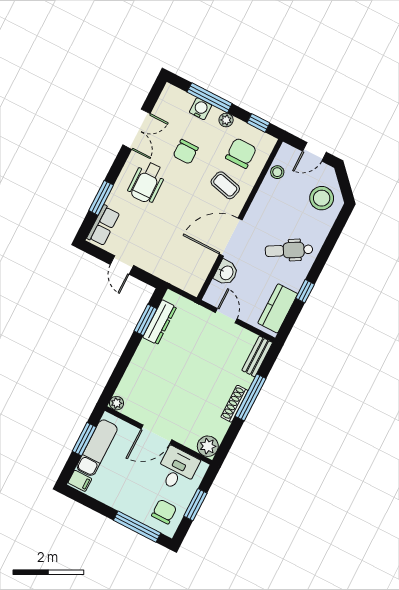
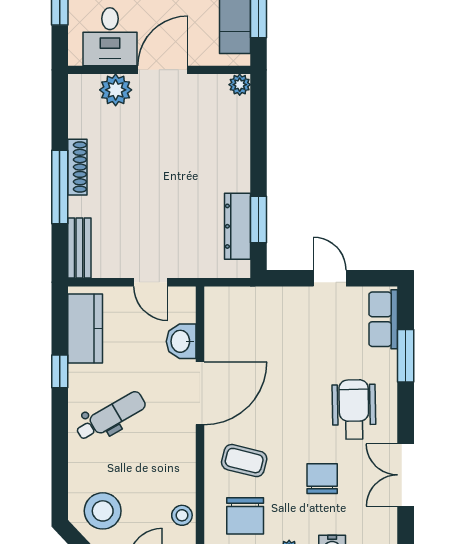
plant: (208, 446) -> (116, 90), moved

